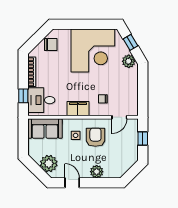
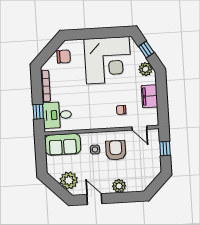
filing cabinet: (78, 109) -> (150, 96), moved, turned -90
door: (119, 117) -> (139, 128), hinge flipped

